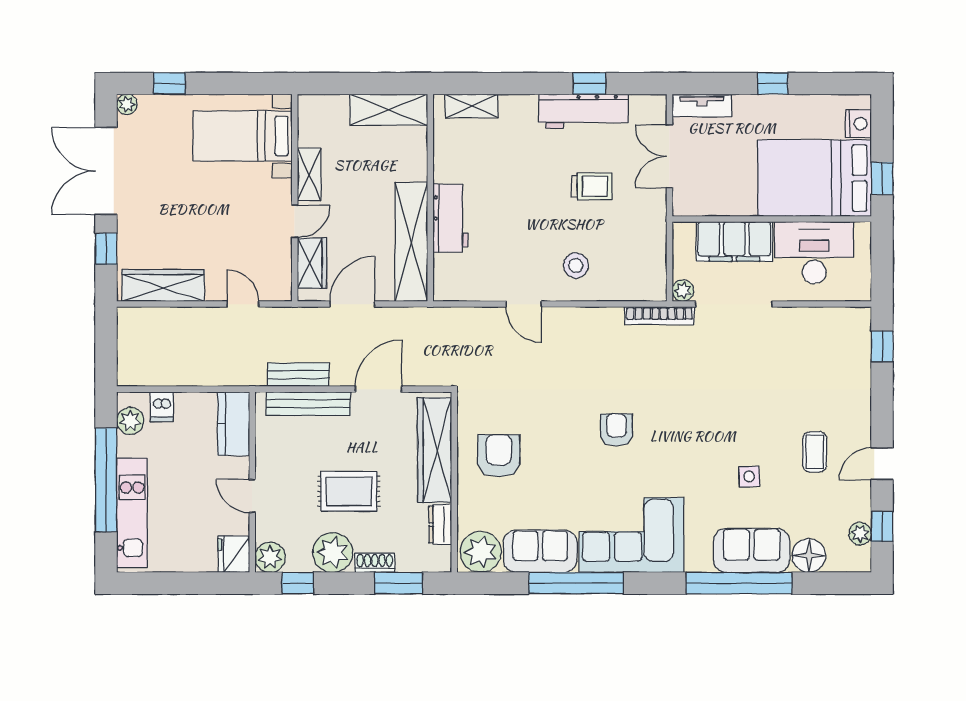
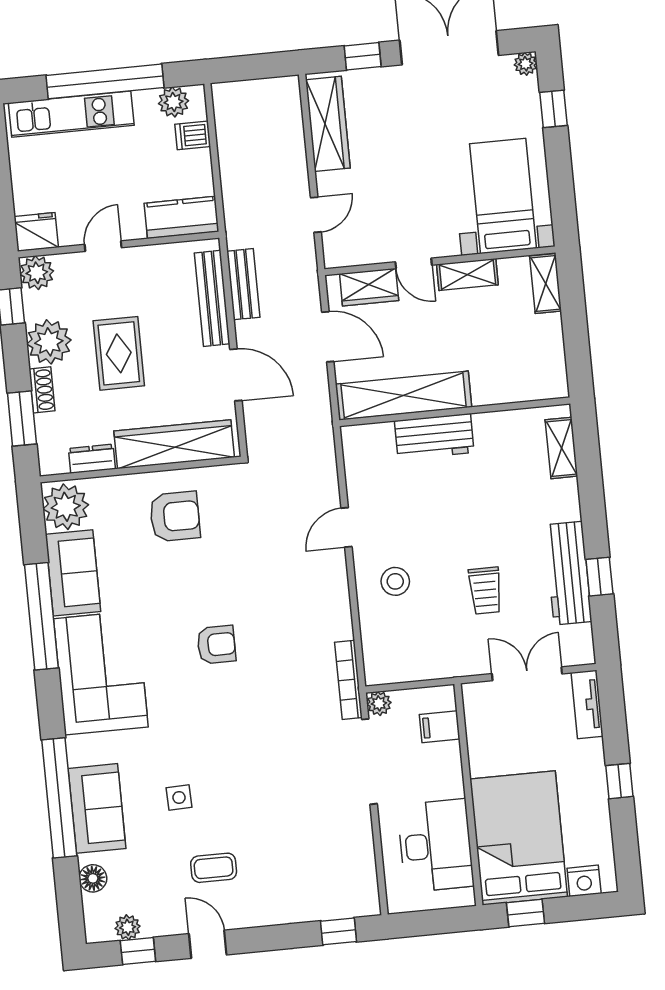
shelving: (389, 110) -> (546, 283), moved, width x0.67, depth x0.75
filing cabinet: (734, 241) -> (440, 727), width x0.33, depth x0.86
floor lamp: (809, 556) -> (93, 878), width x0.73, depth x0.73

